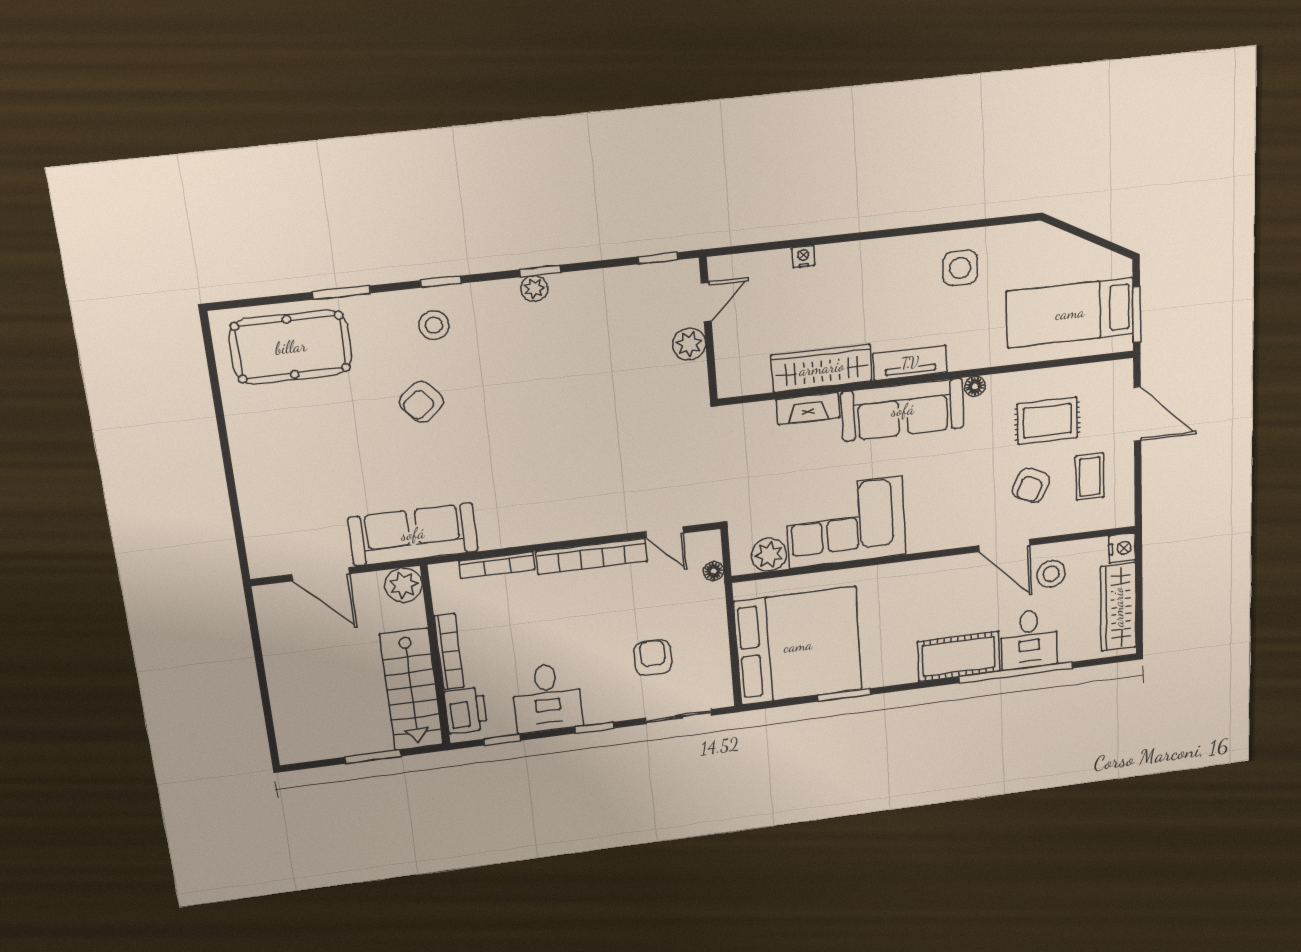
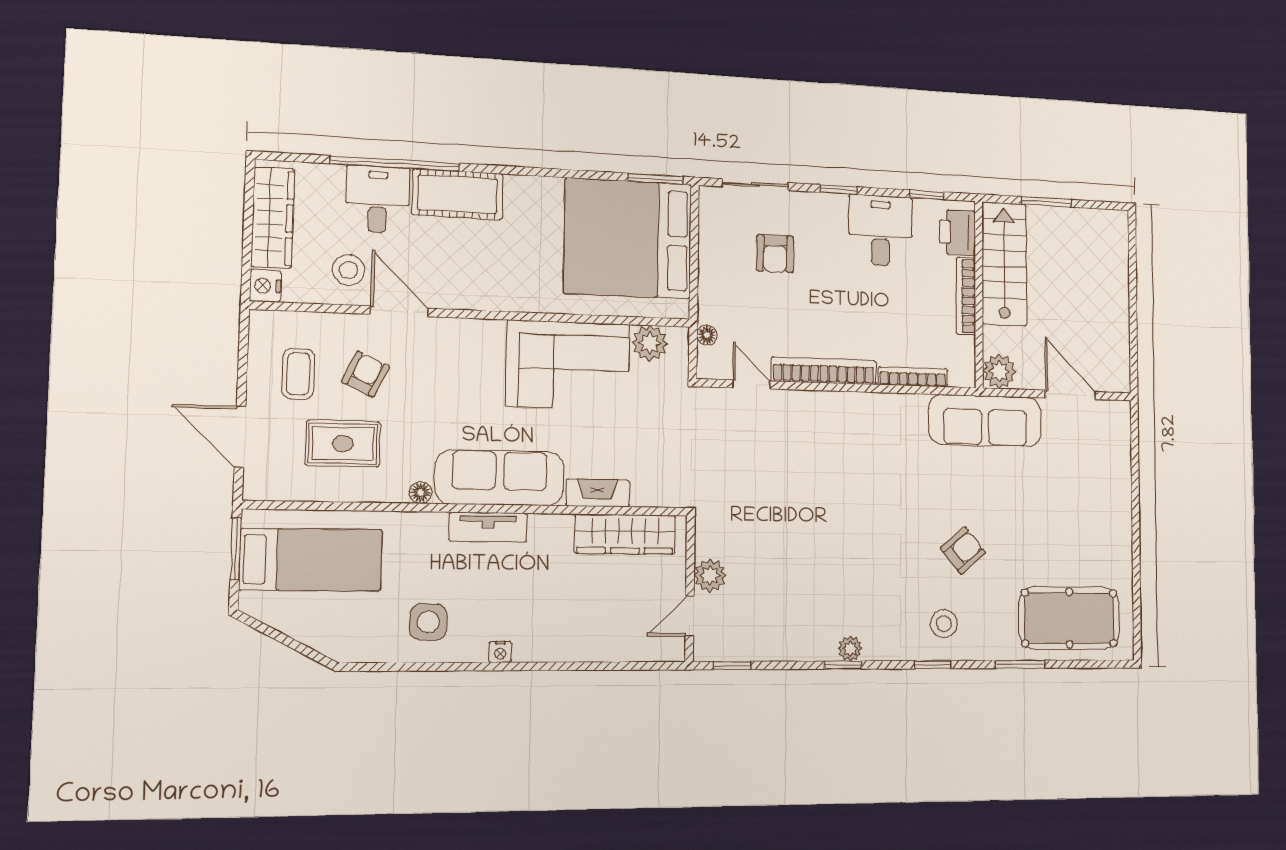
nightstand: (803, 257) -> (500, 652), moved
wardrobe: (822, 368) -> (625, 534), moved
window: (844, 695) -> (655, 179), moved

